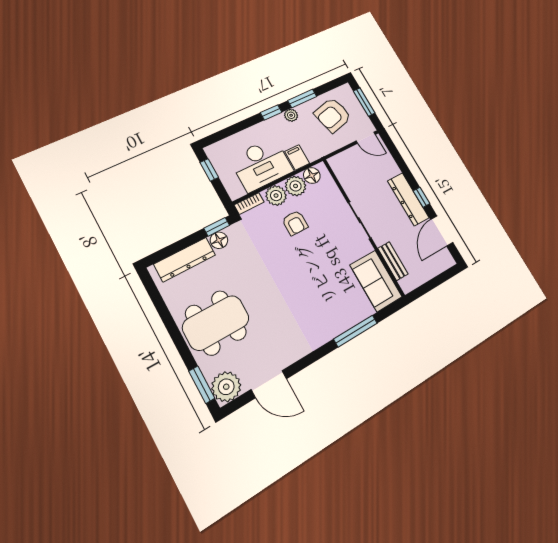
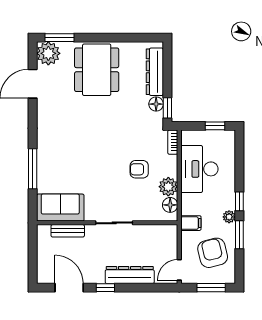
filing cabinet: (297, 157) -> (191, 223), moved
plant: (276, 196) -> (168, 167), removed
dresser: (408, 199) -> (130, 275), moved

